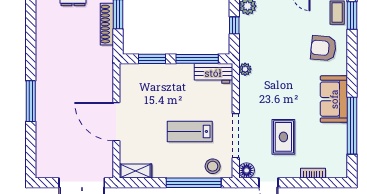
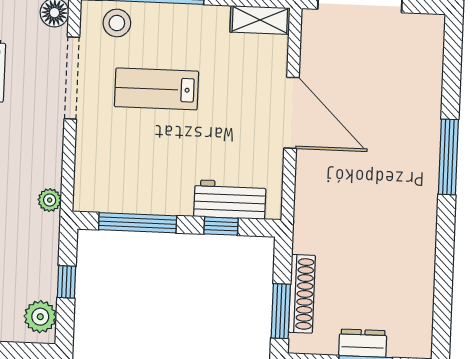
window: (152, 59) -> (221, 226), width x0.67
workbench: (213, 73) -> (230, 200), moved
lab bench: (190, 131) -> (156, 89), turned 180

